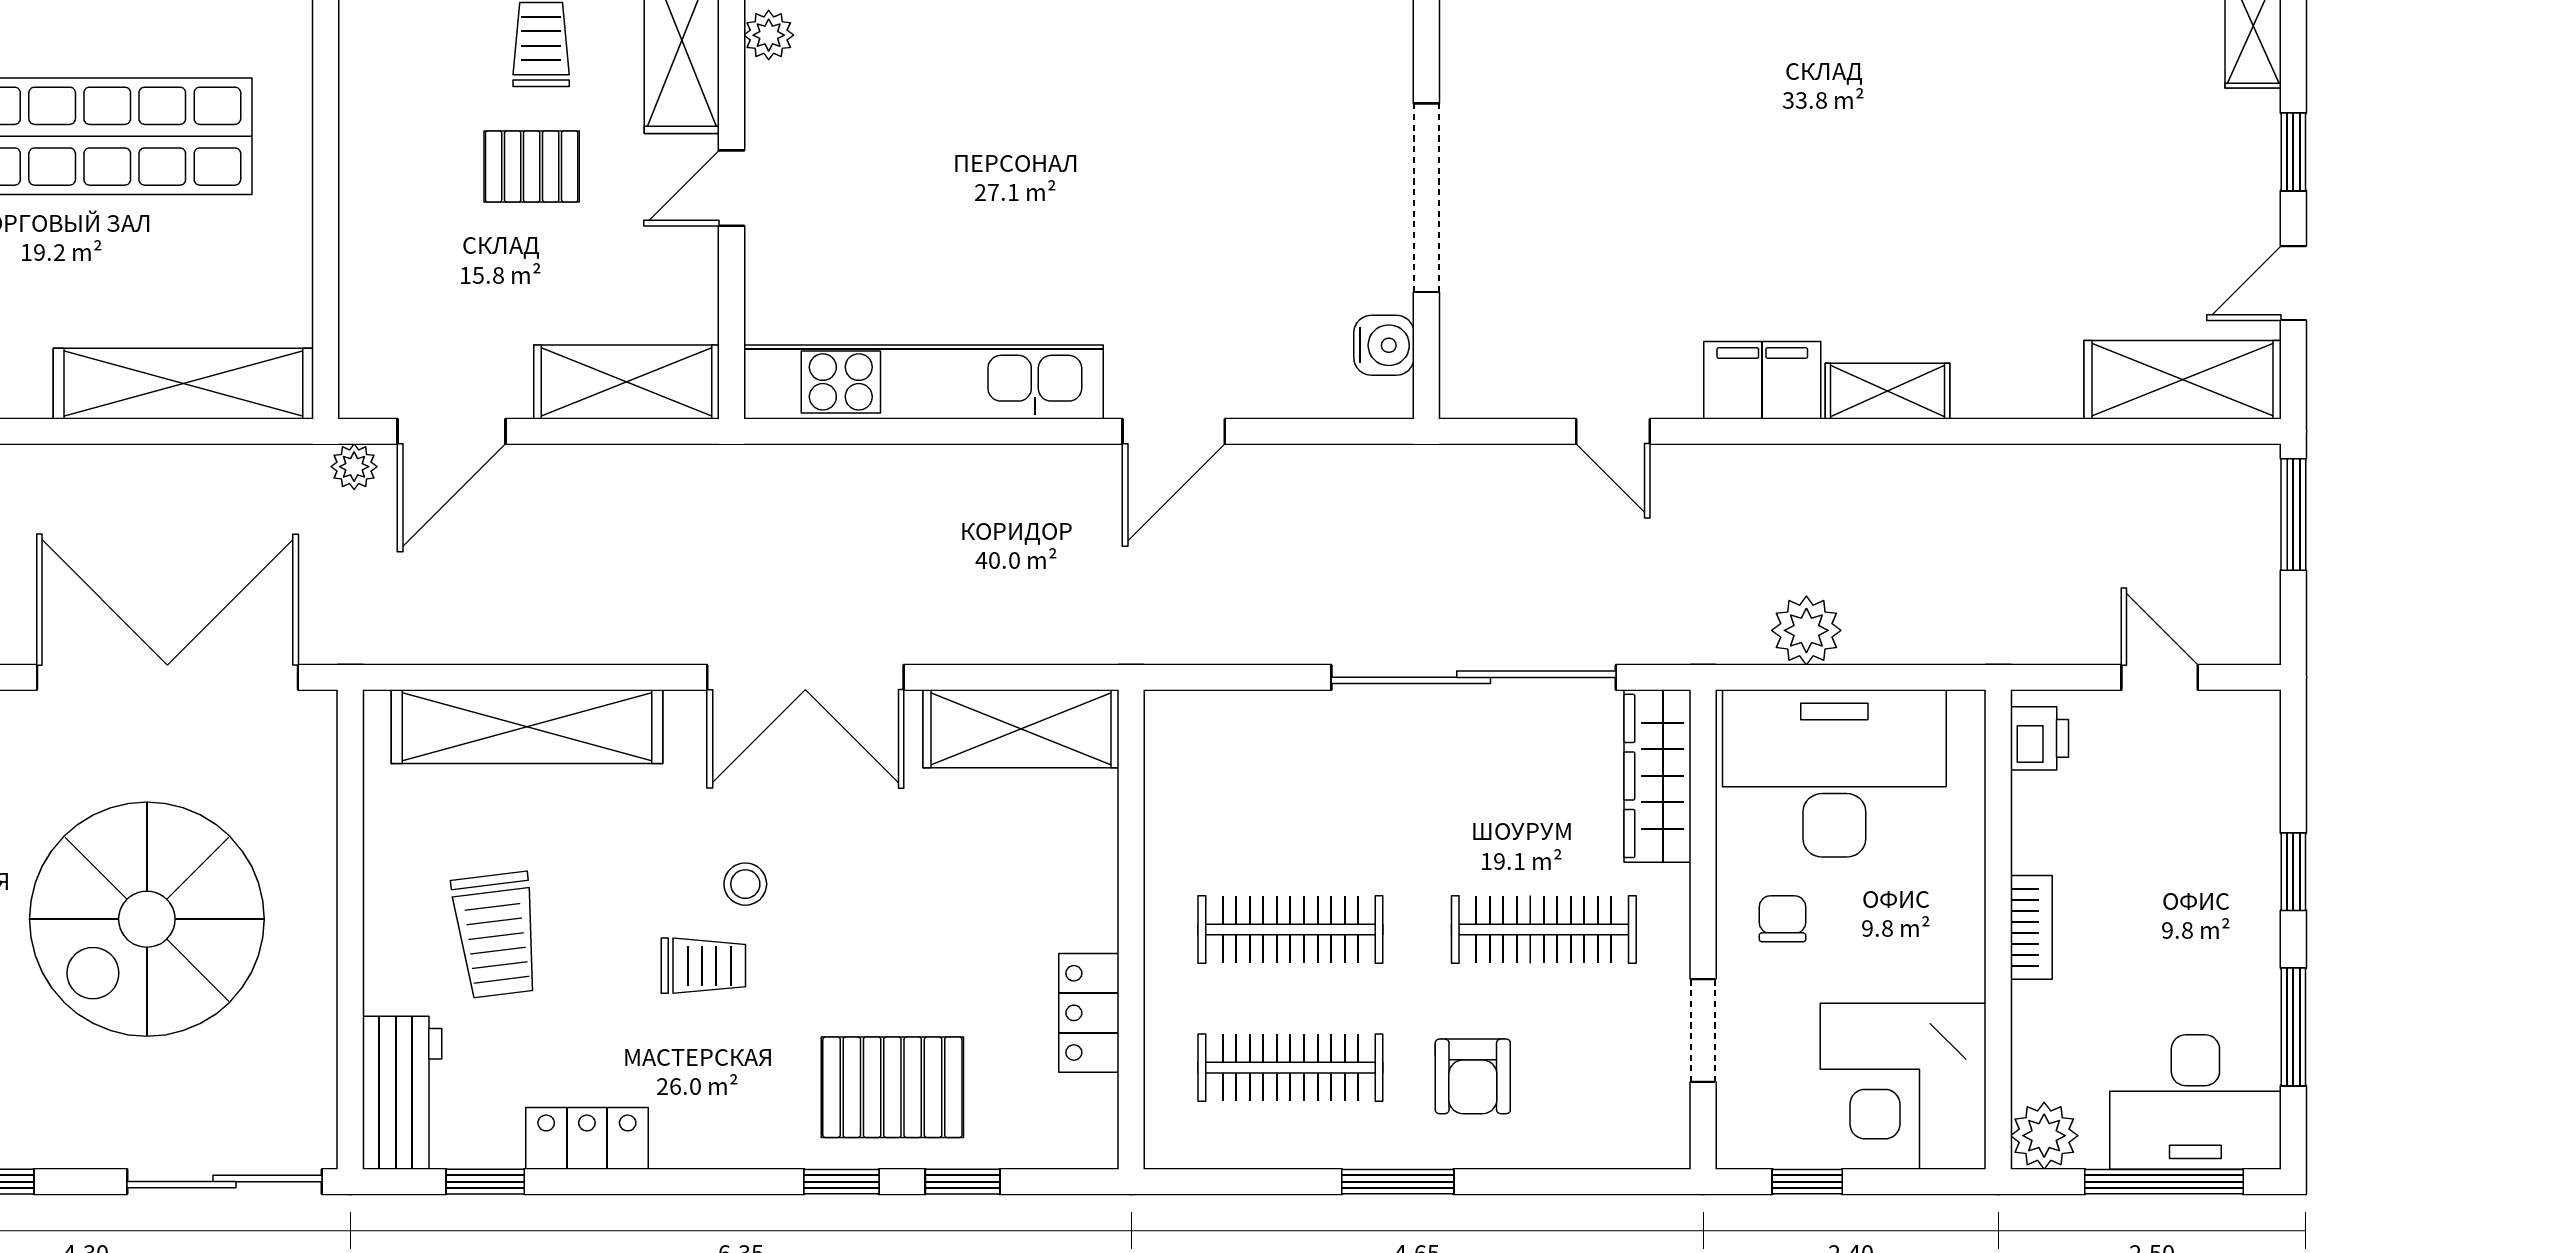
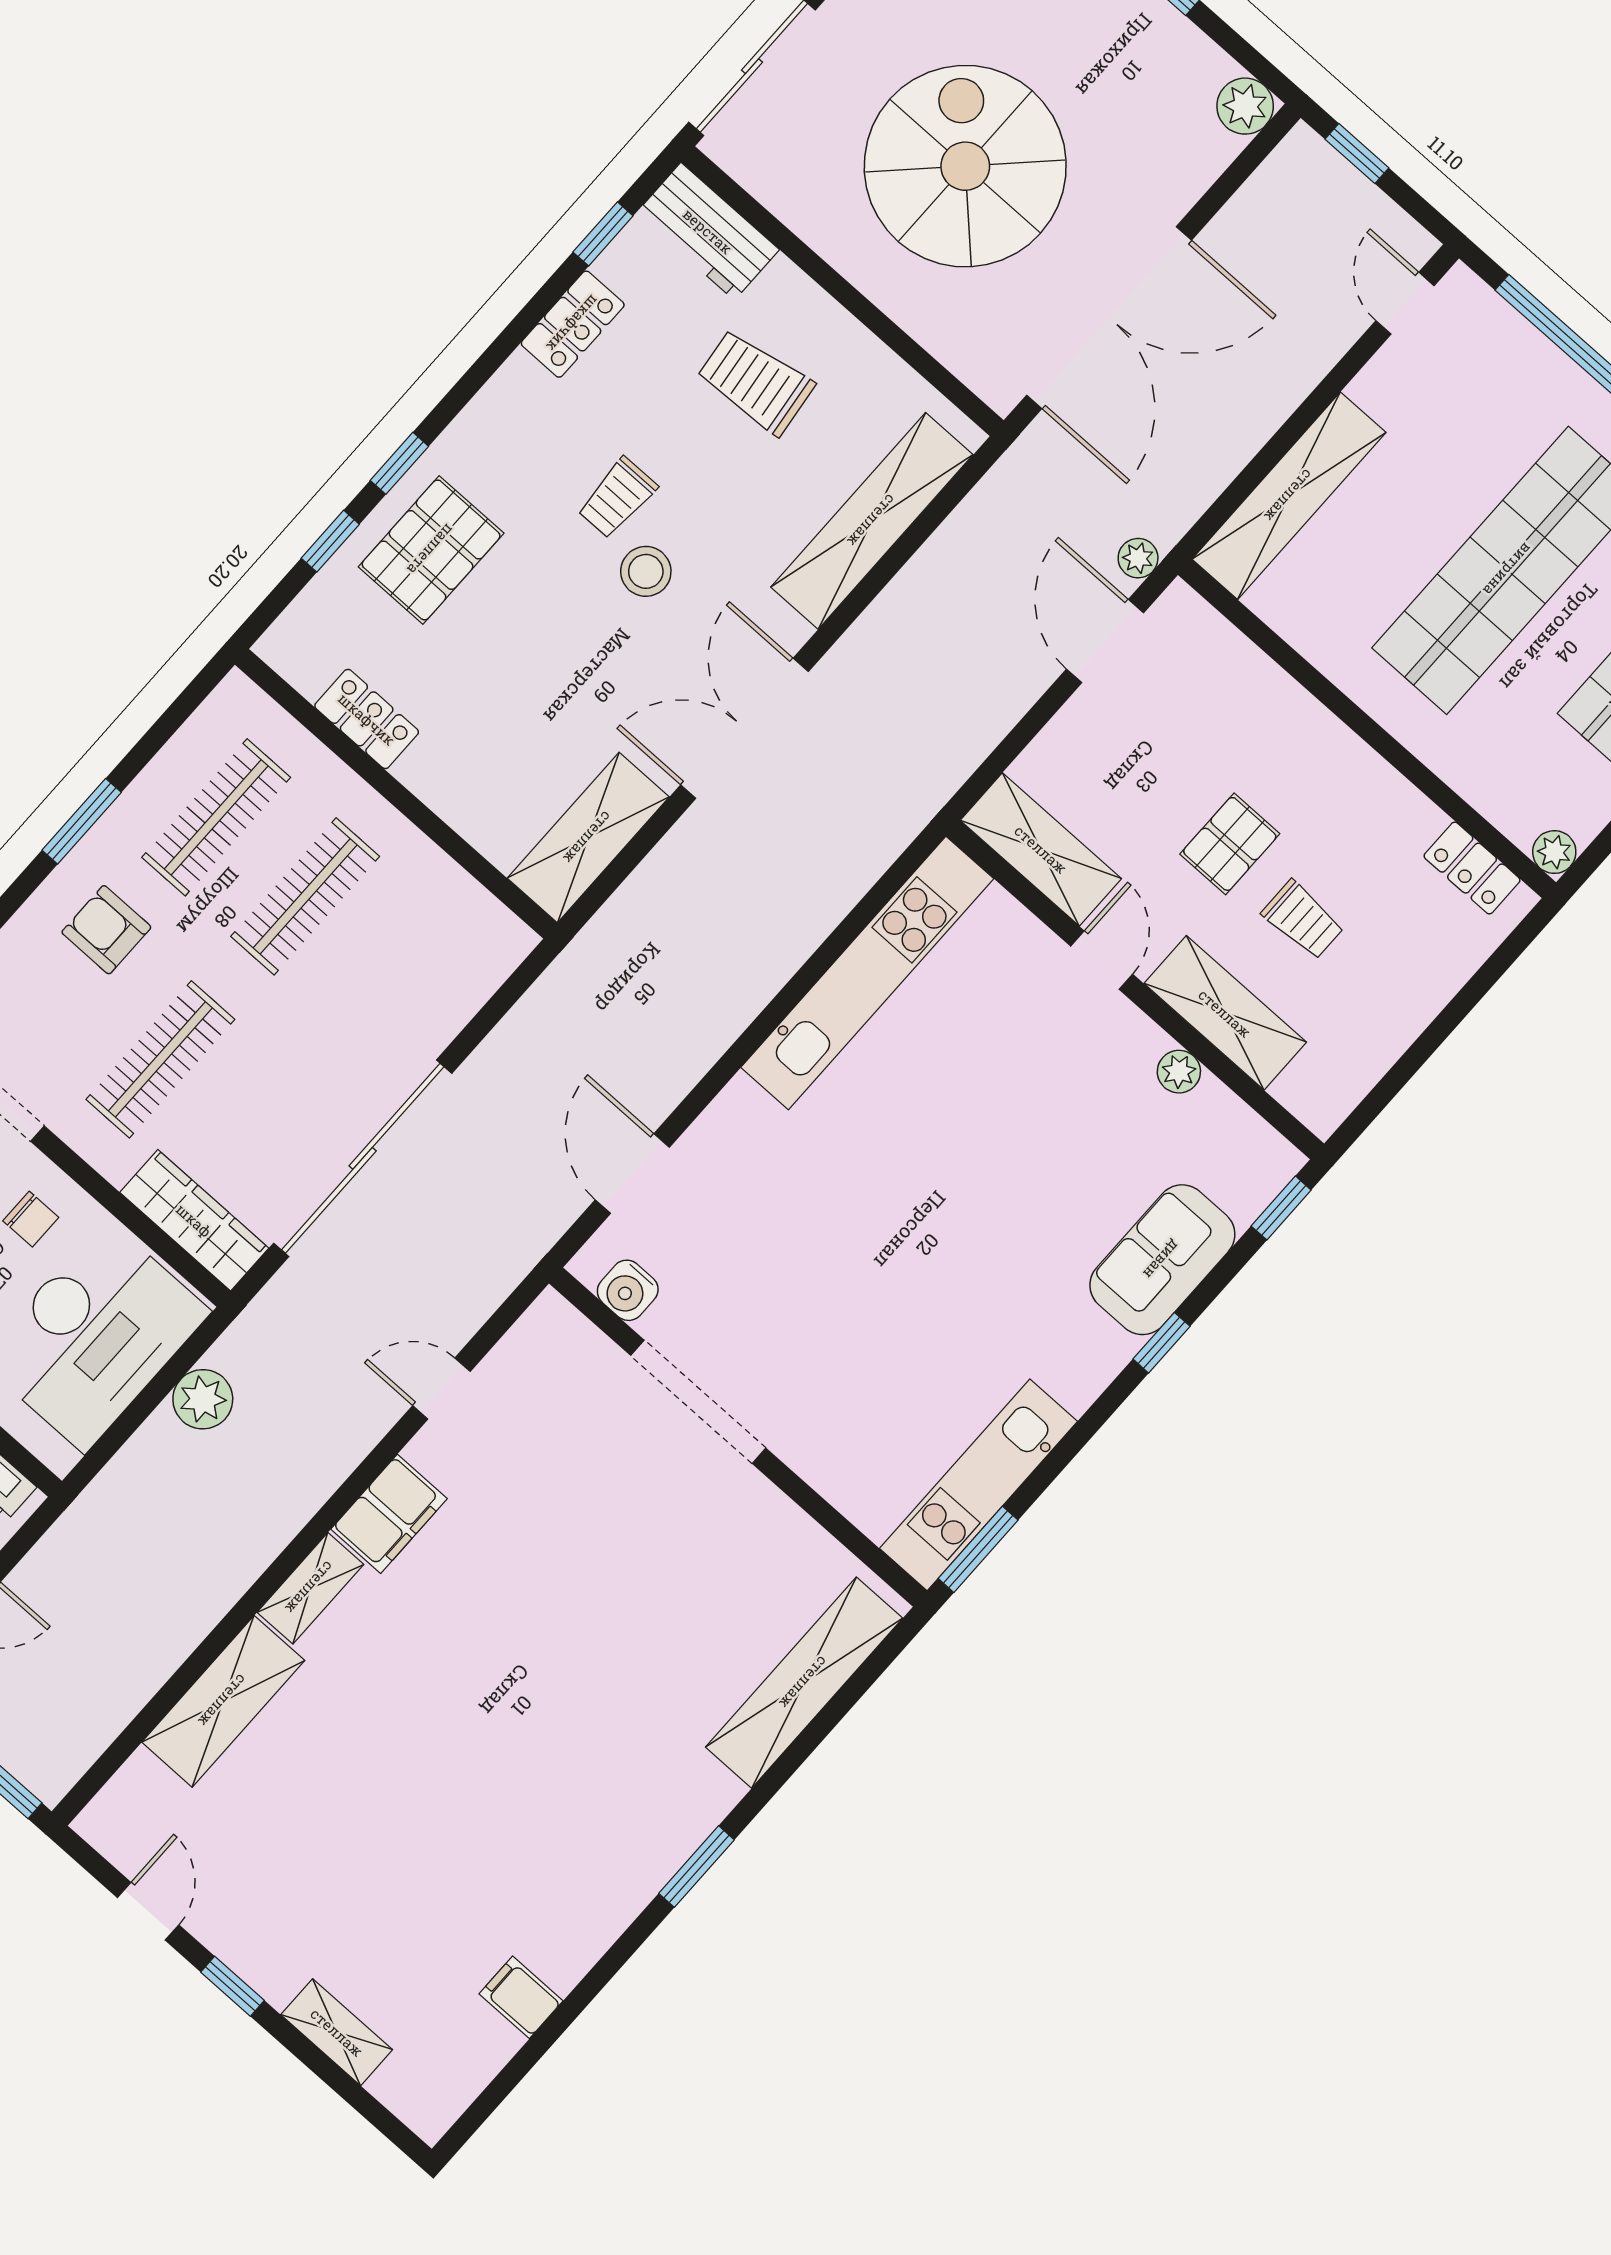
shelving: (2183, 380) -> (223, 1701), moved
shelving: (627, 382) -> (1041, 849), moved, turned 90
door: (1174, 431) -> (632, 1174), moved
stool: (745, 884) -> (646, 571), width x1.37, depth x1.37

